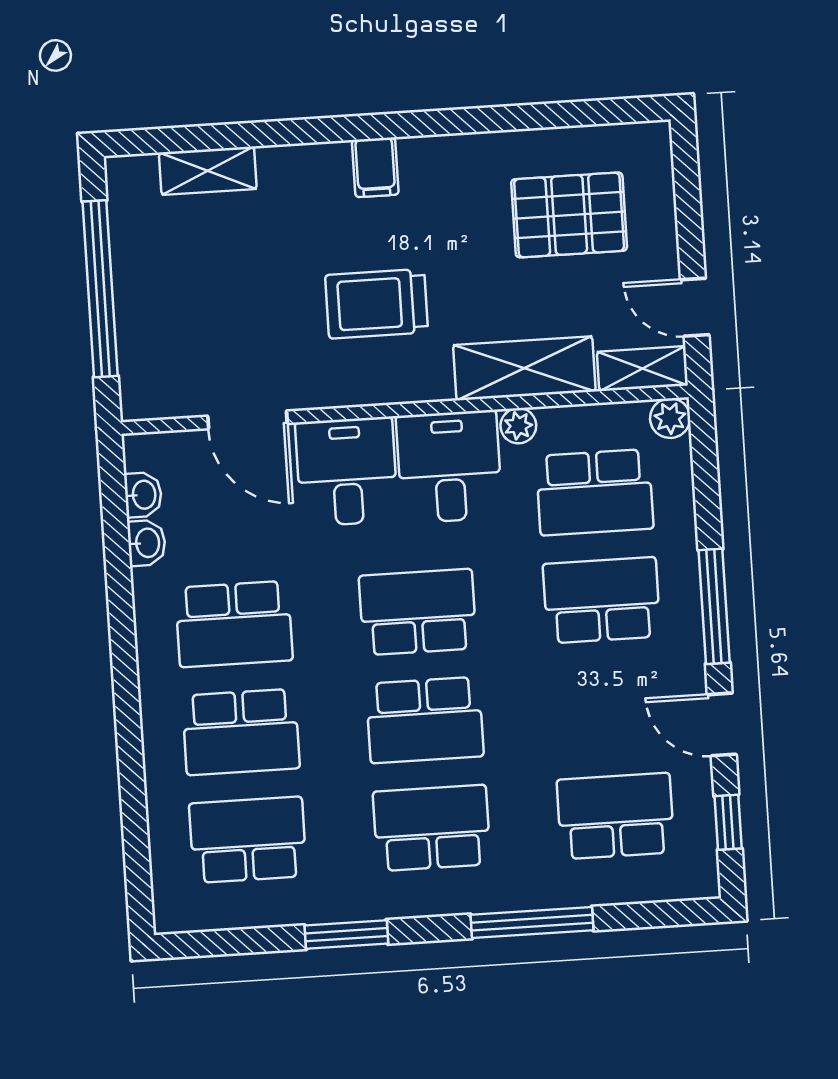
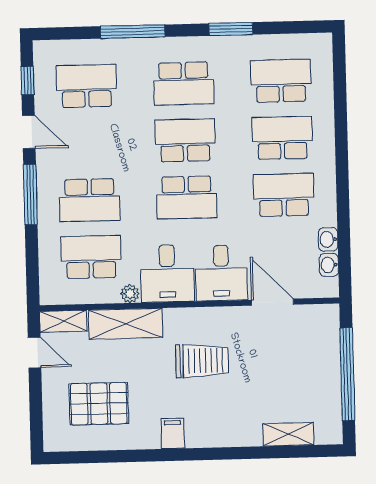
filing cabinet: (375, 167) -> (173, 433), moved
plant: (670, 418) -> (50, 295), removed
school desk: (616, 816) -> (87, 86), turned 180
school desk: (248, 840) -> (281, 81), turned 180

